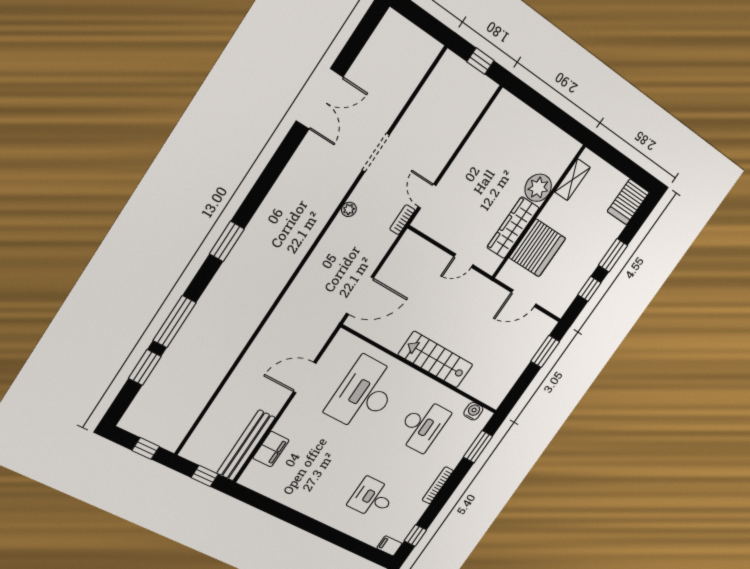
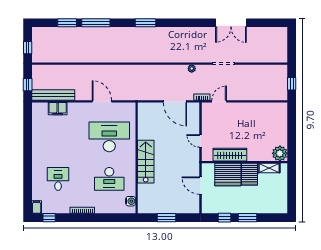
plant: (538, 188) -> (280, 153), moved
server rack: (628, 202) -> (250, 174), moved, turned -90
door: (360, 296) -> (175, 101), moved
window: (545, 351) -> (166, 218), moved
window: (478, 447) -> (114, 218), removed

